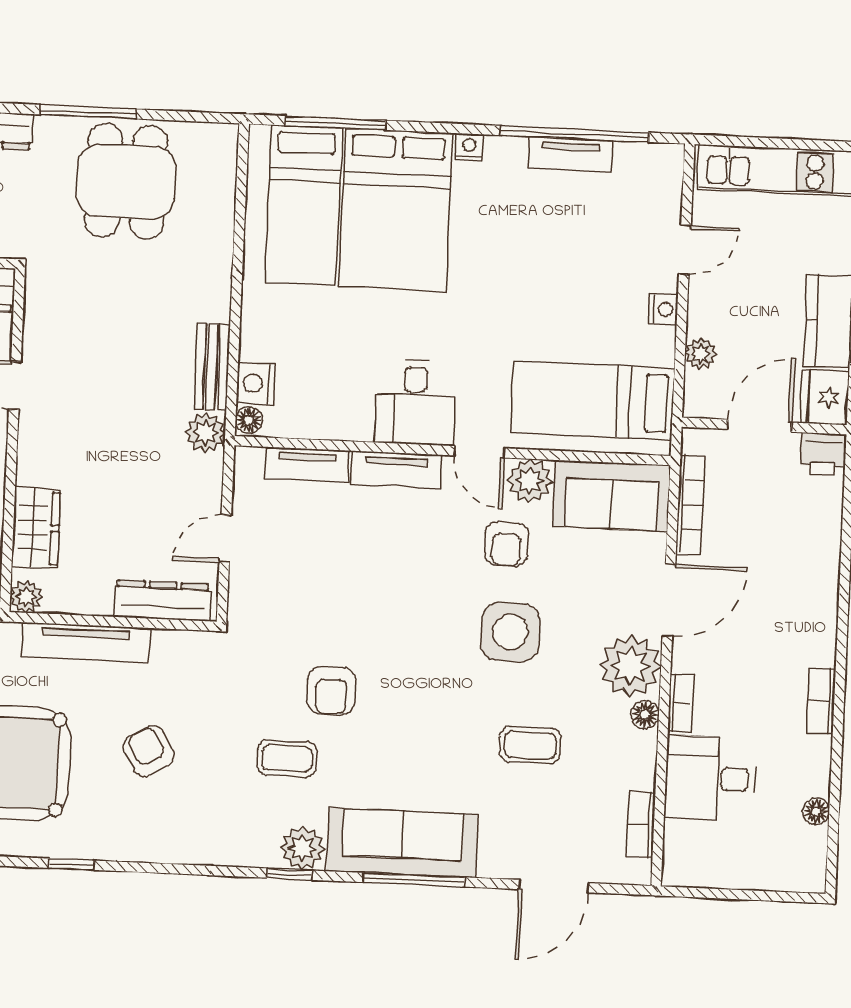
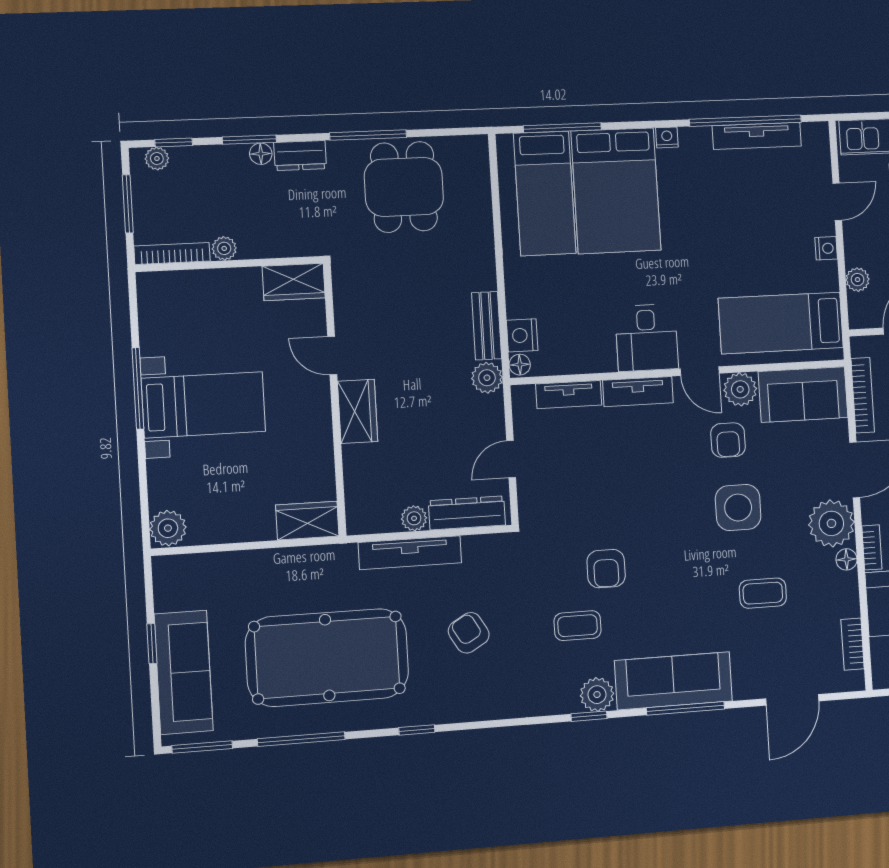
tv unit: (571, 154) -> (757, 136), width x1.41
wardrobe: (36, 528) -> (358, 411), moved
plant: (26, 597) -> (414, 518), moved

